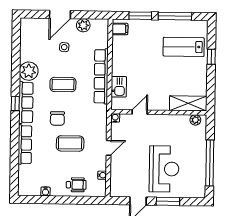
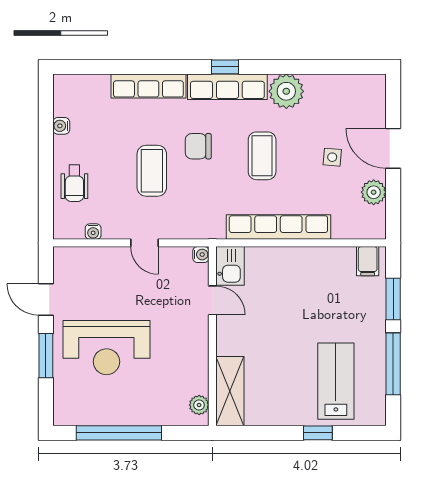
kitchen sink: (119, 87) -> (230, 266), moved, turned -90

